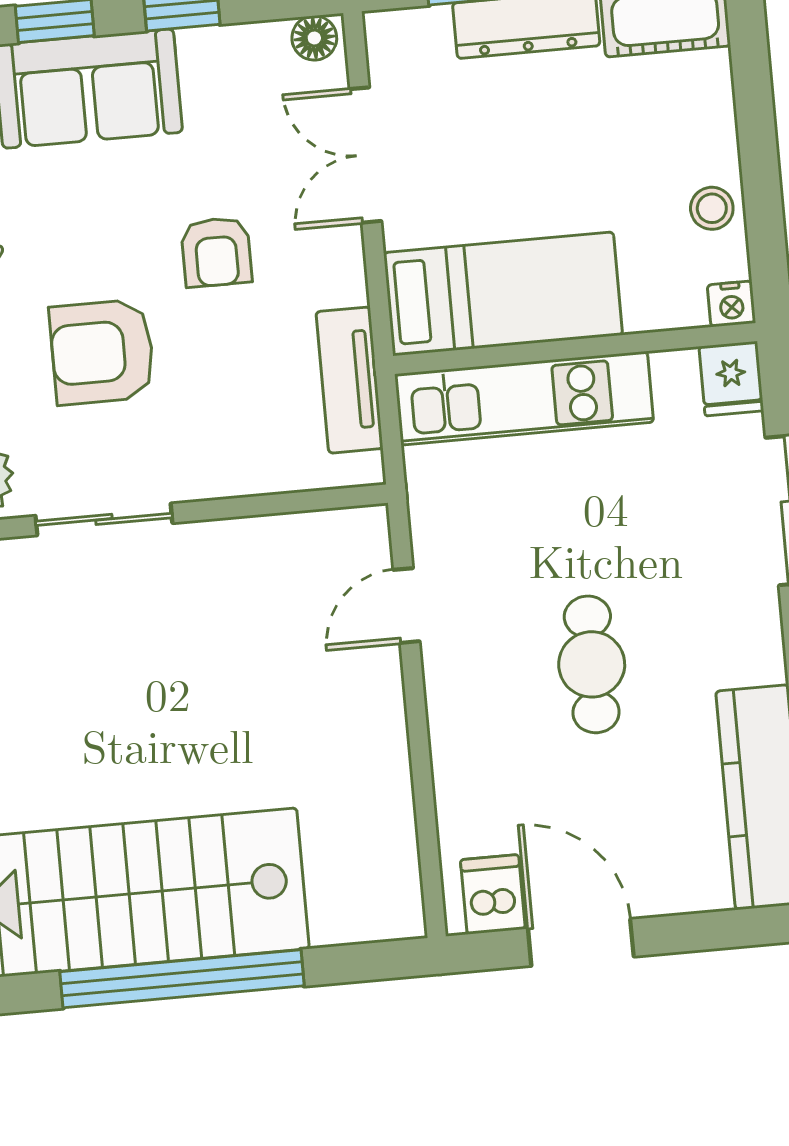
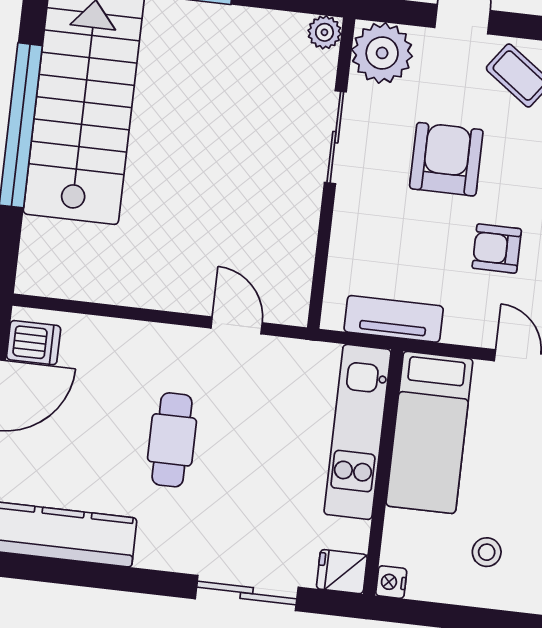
stool: (712, 208) -> (487, 552), moved
cafe table: (592, 664) -> (172, 440), turned 90

